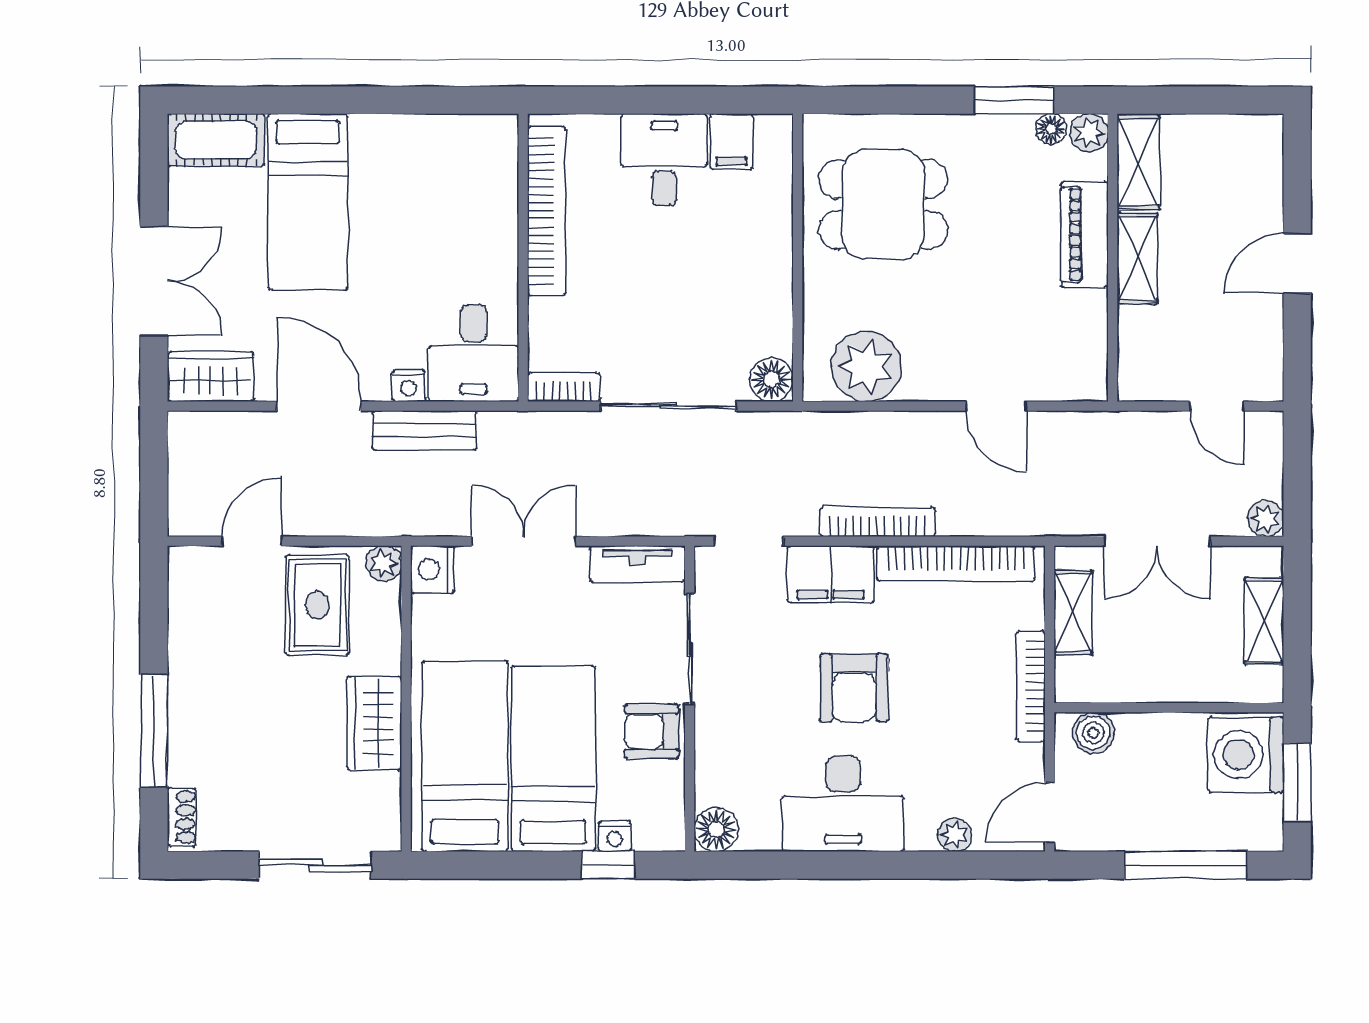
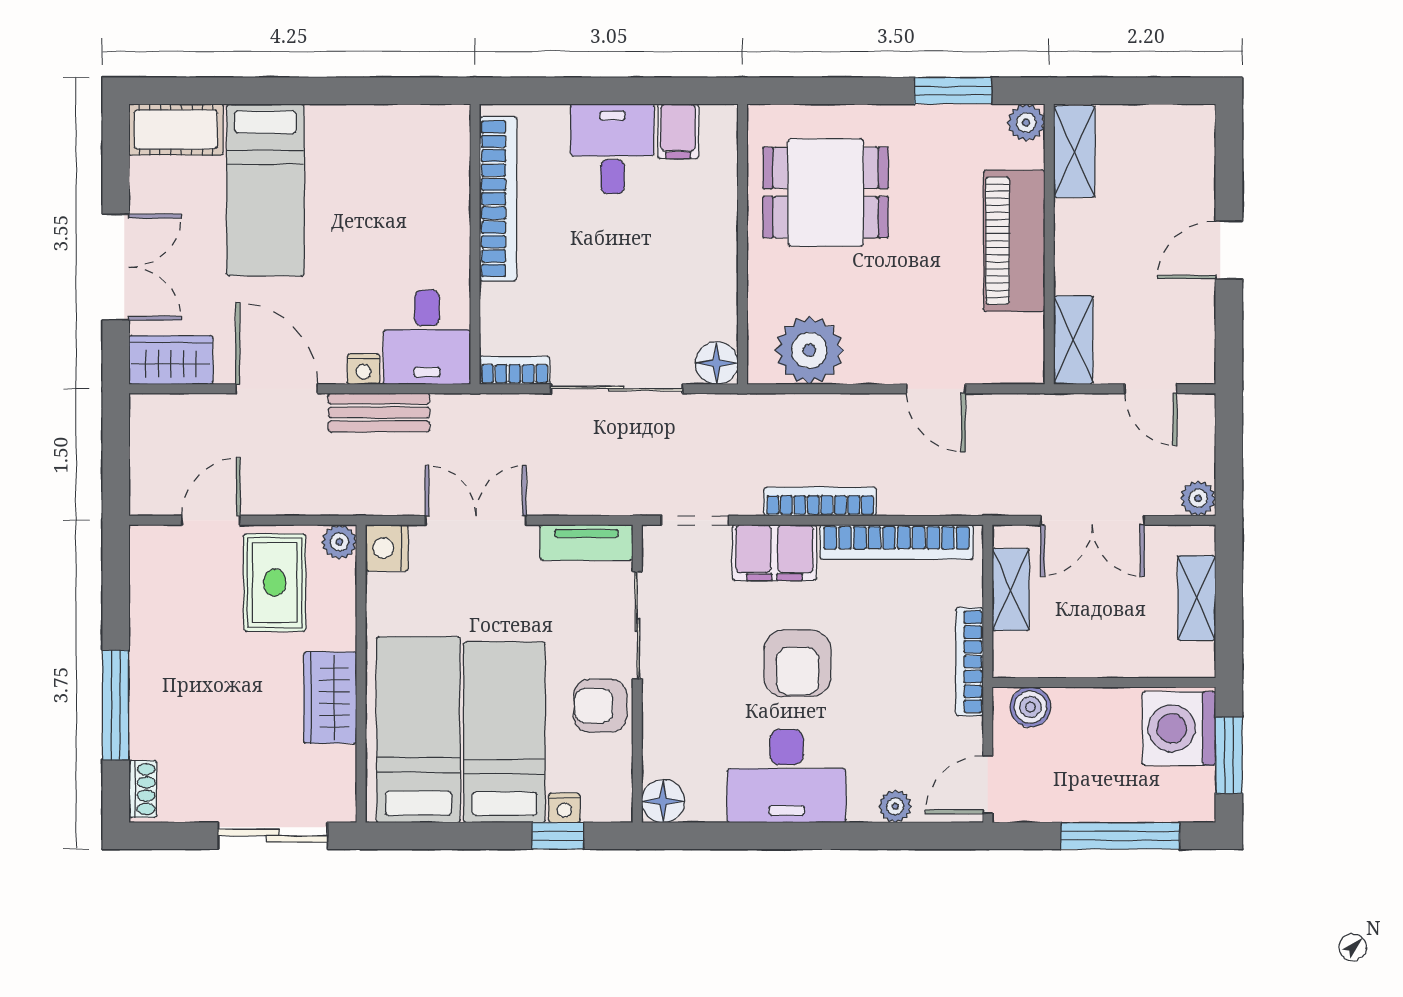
floor lamp: (1051, 129) -> (989, 119), removed
piano: (1084, 235) -> (1014, 241), width x1.37, depth x1.33
shelving: (1137, 258) -> (1073, 340), moved

